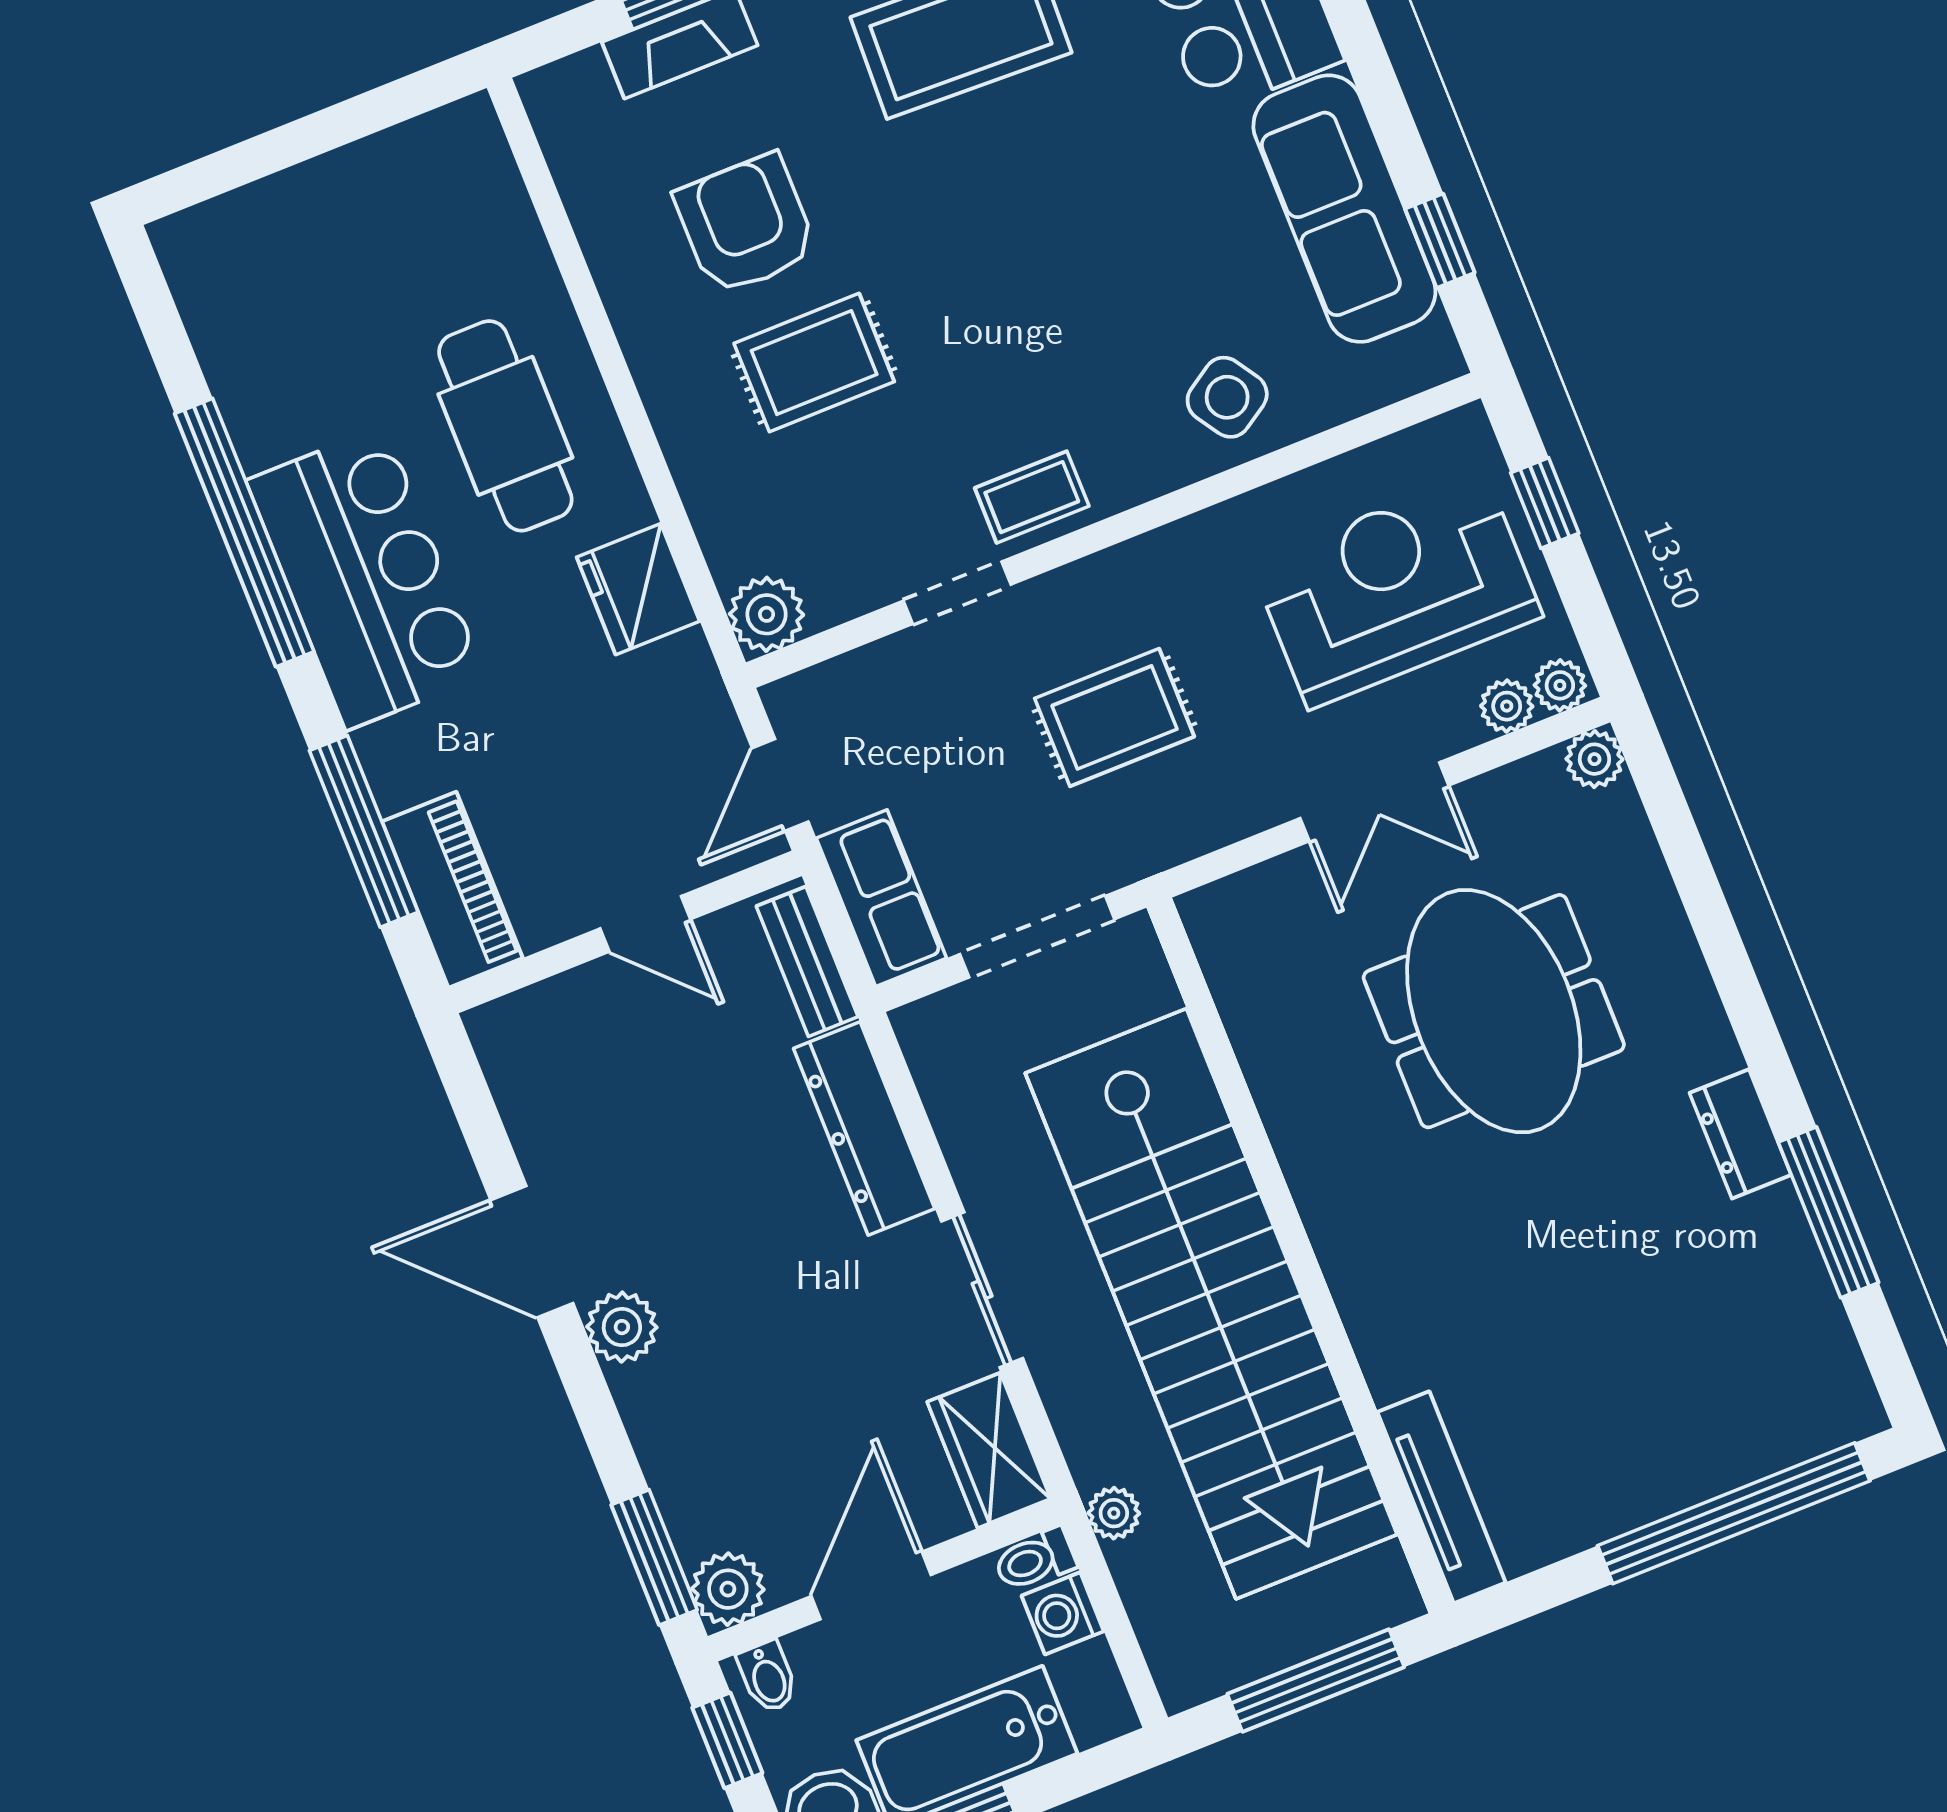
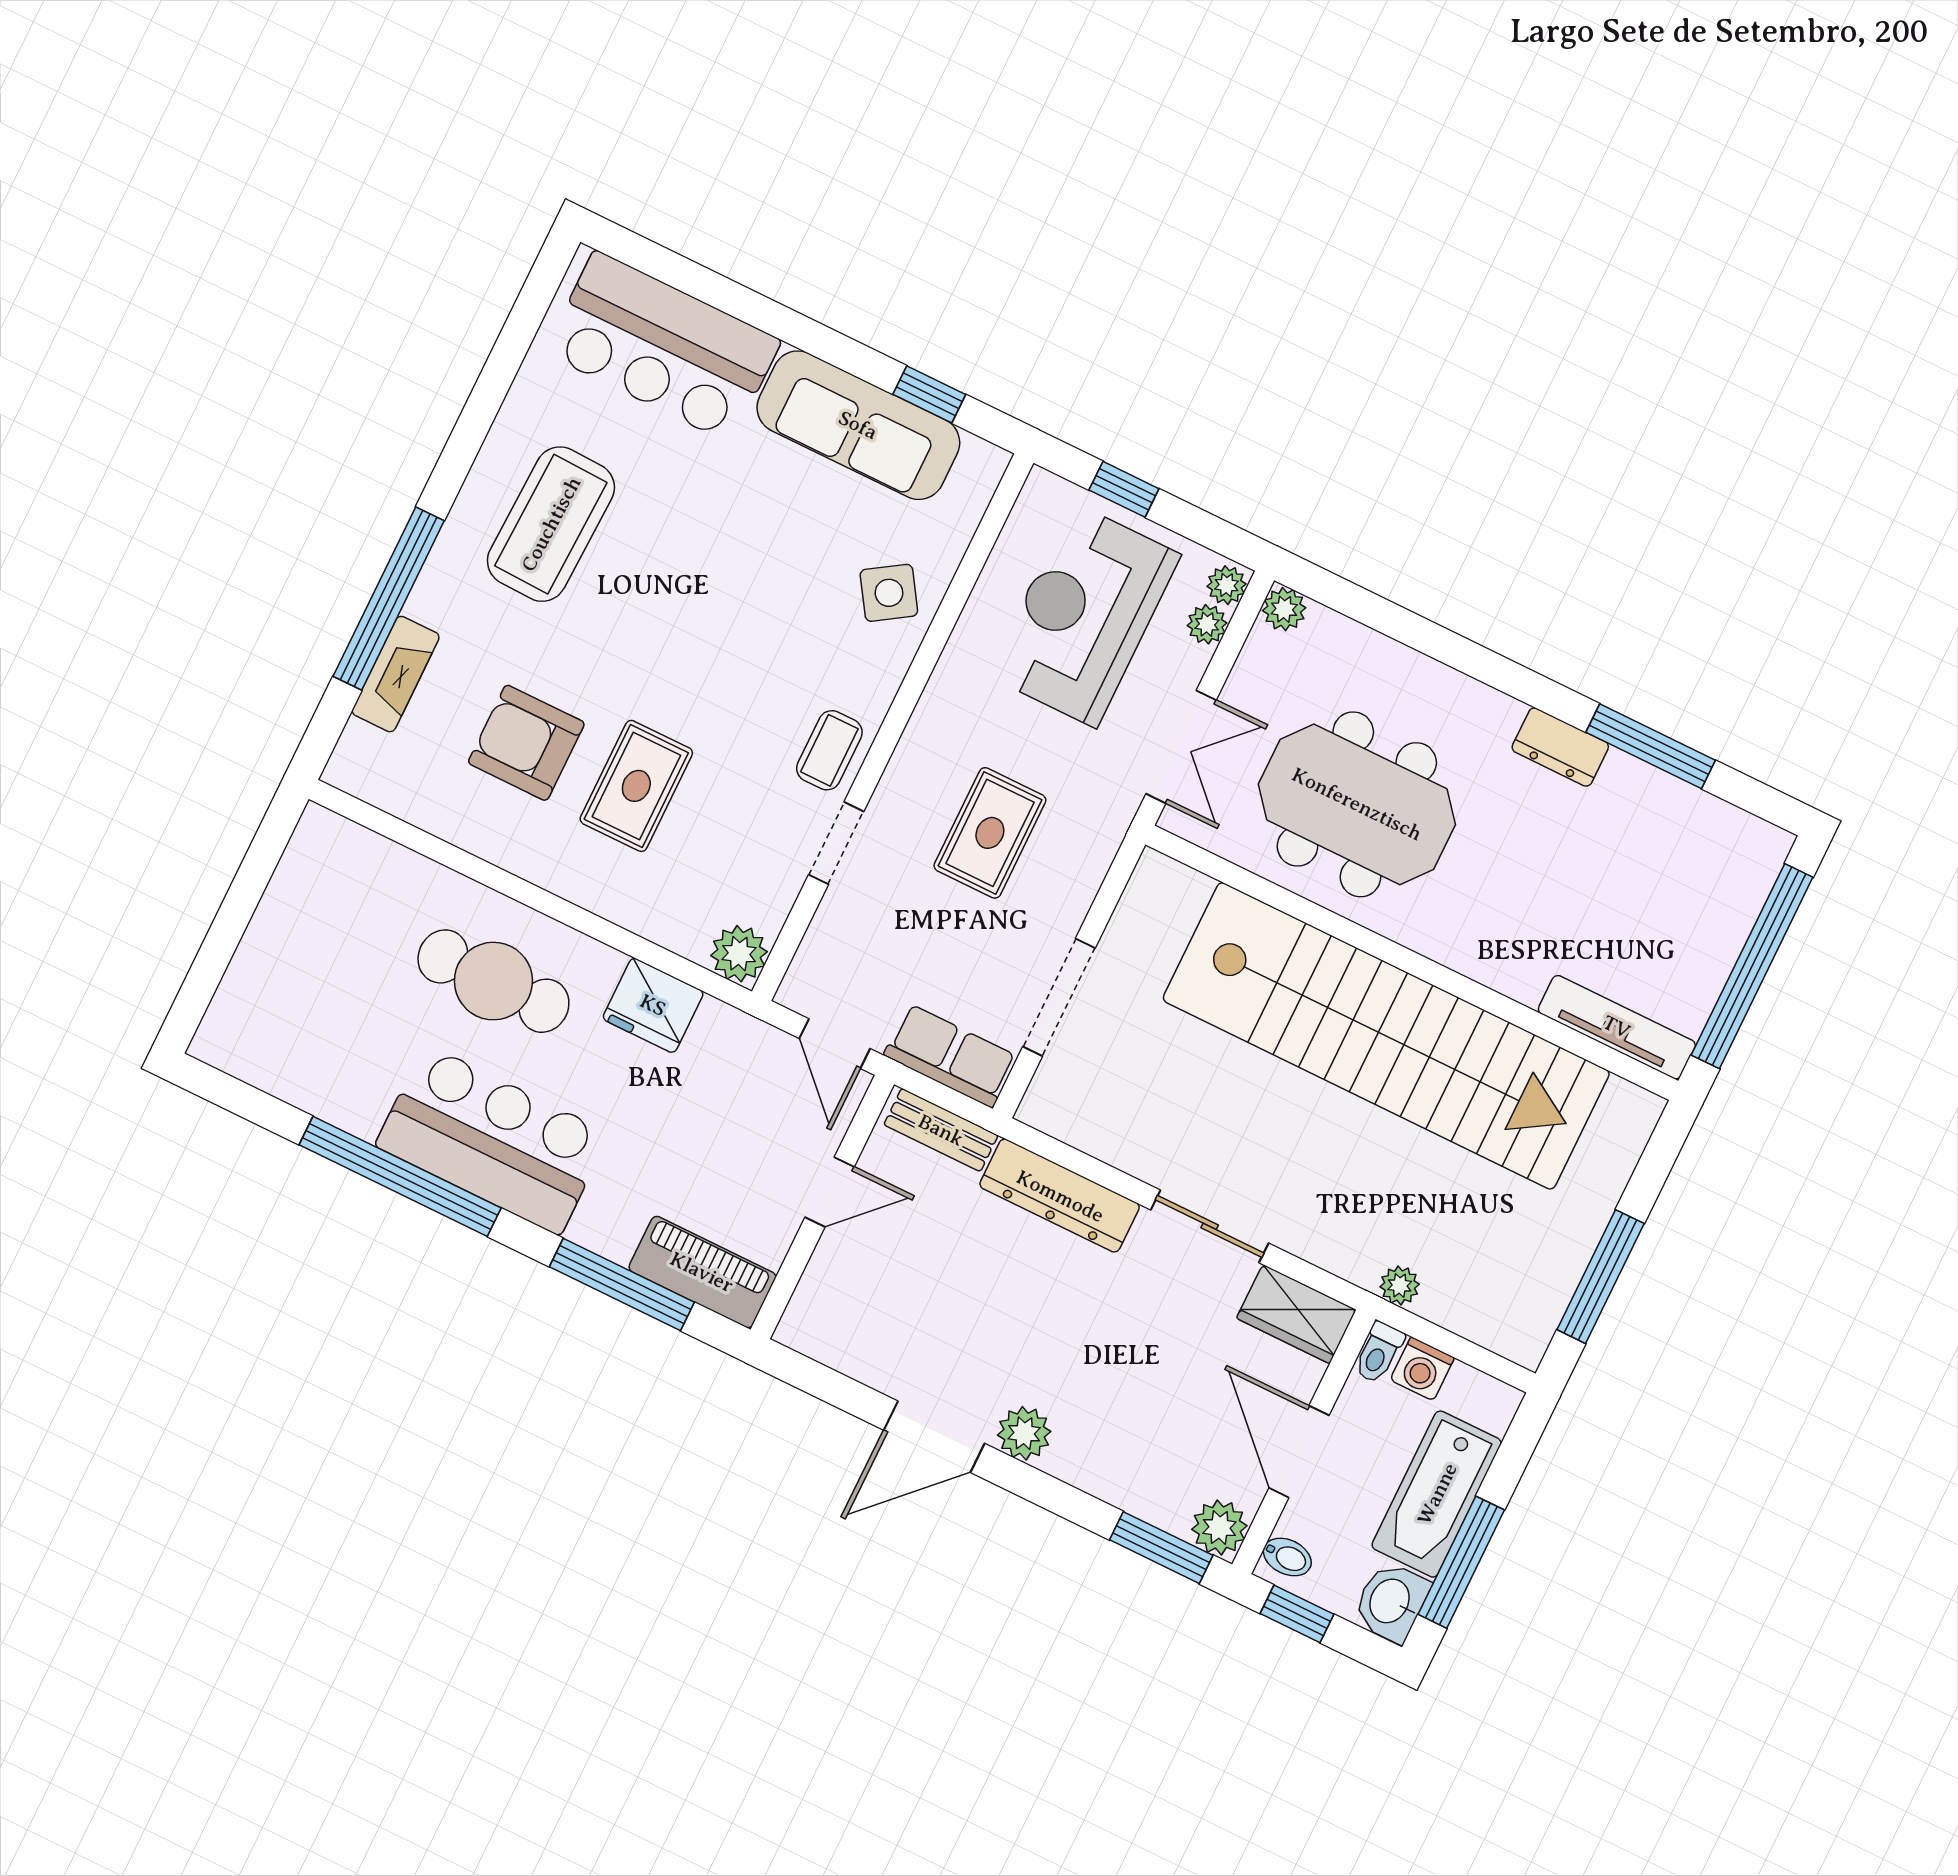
wall: (1300, 1255) -> (1412, 963), moved
stairs: (1211, 1304) -> (1386, 1036), moved
tv unit: (1442, 1497) -> (1617, 1027), moved

